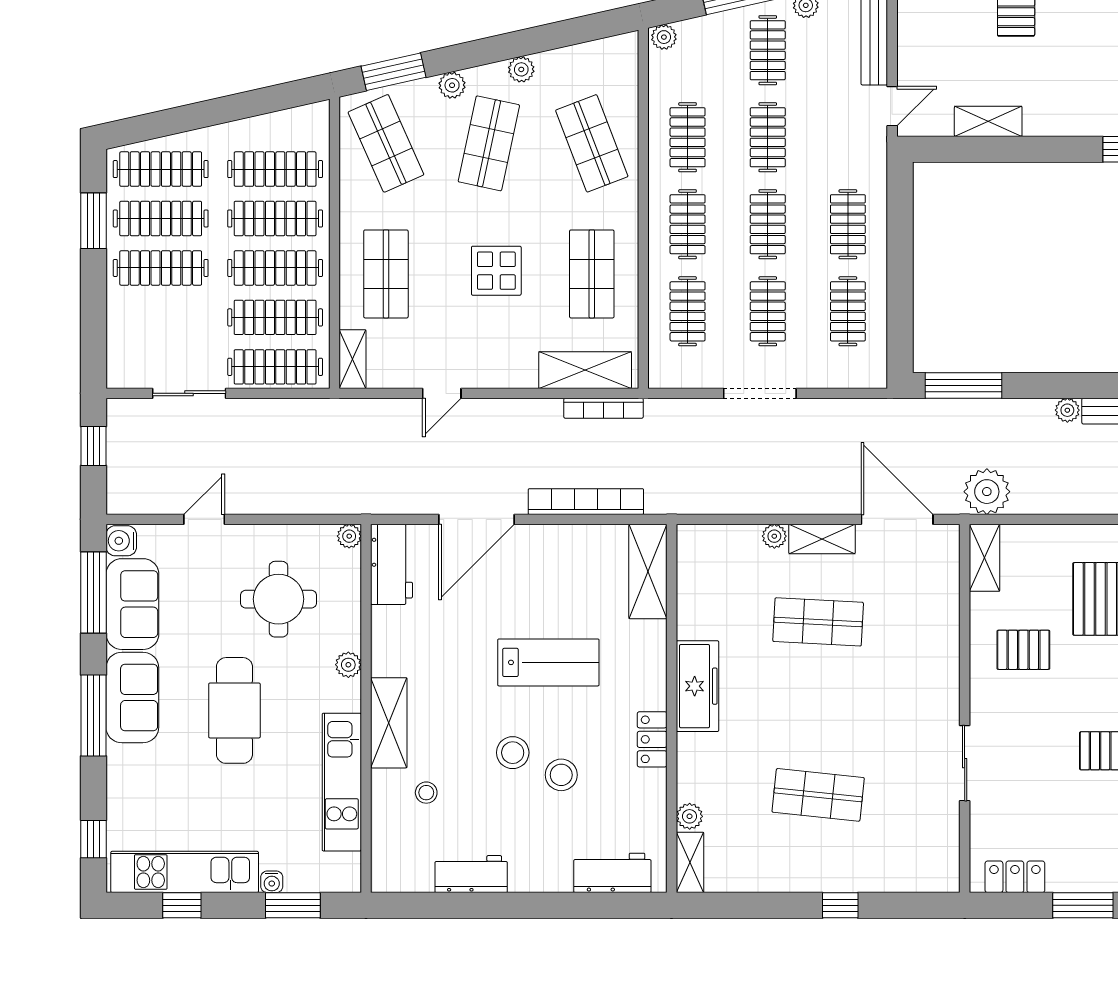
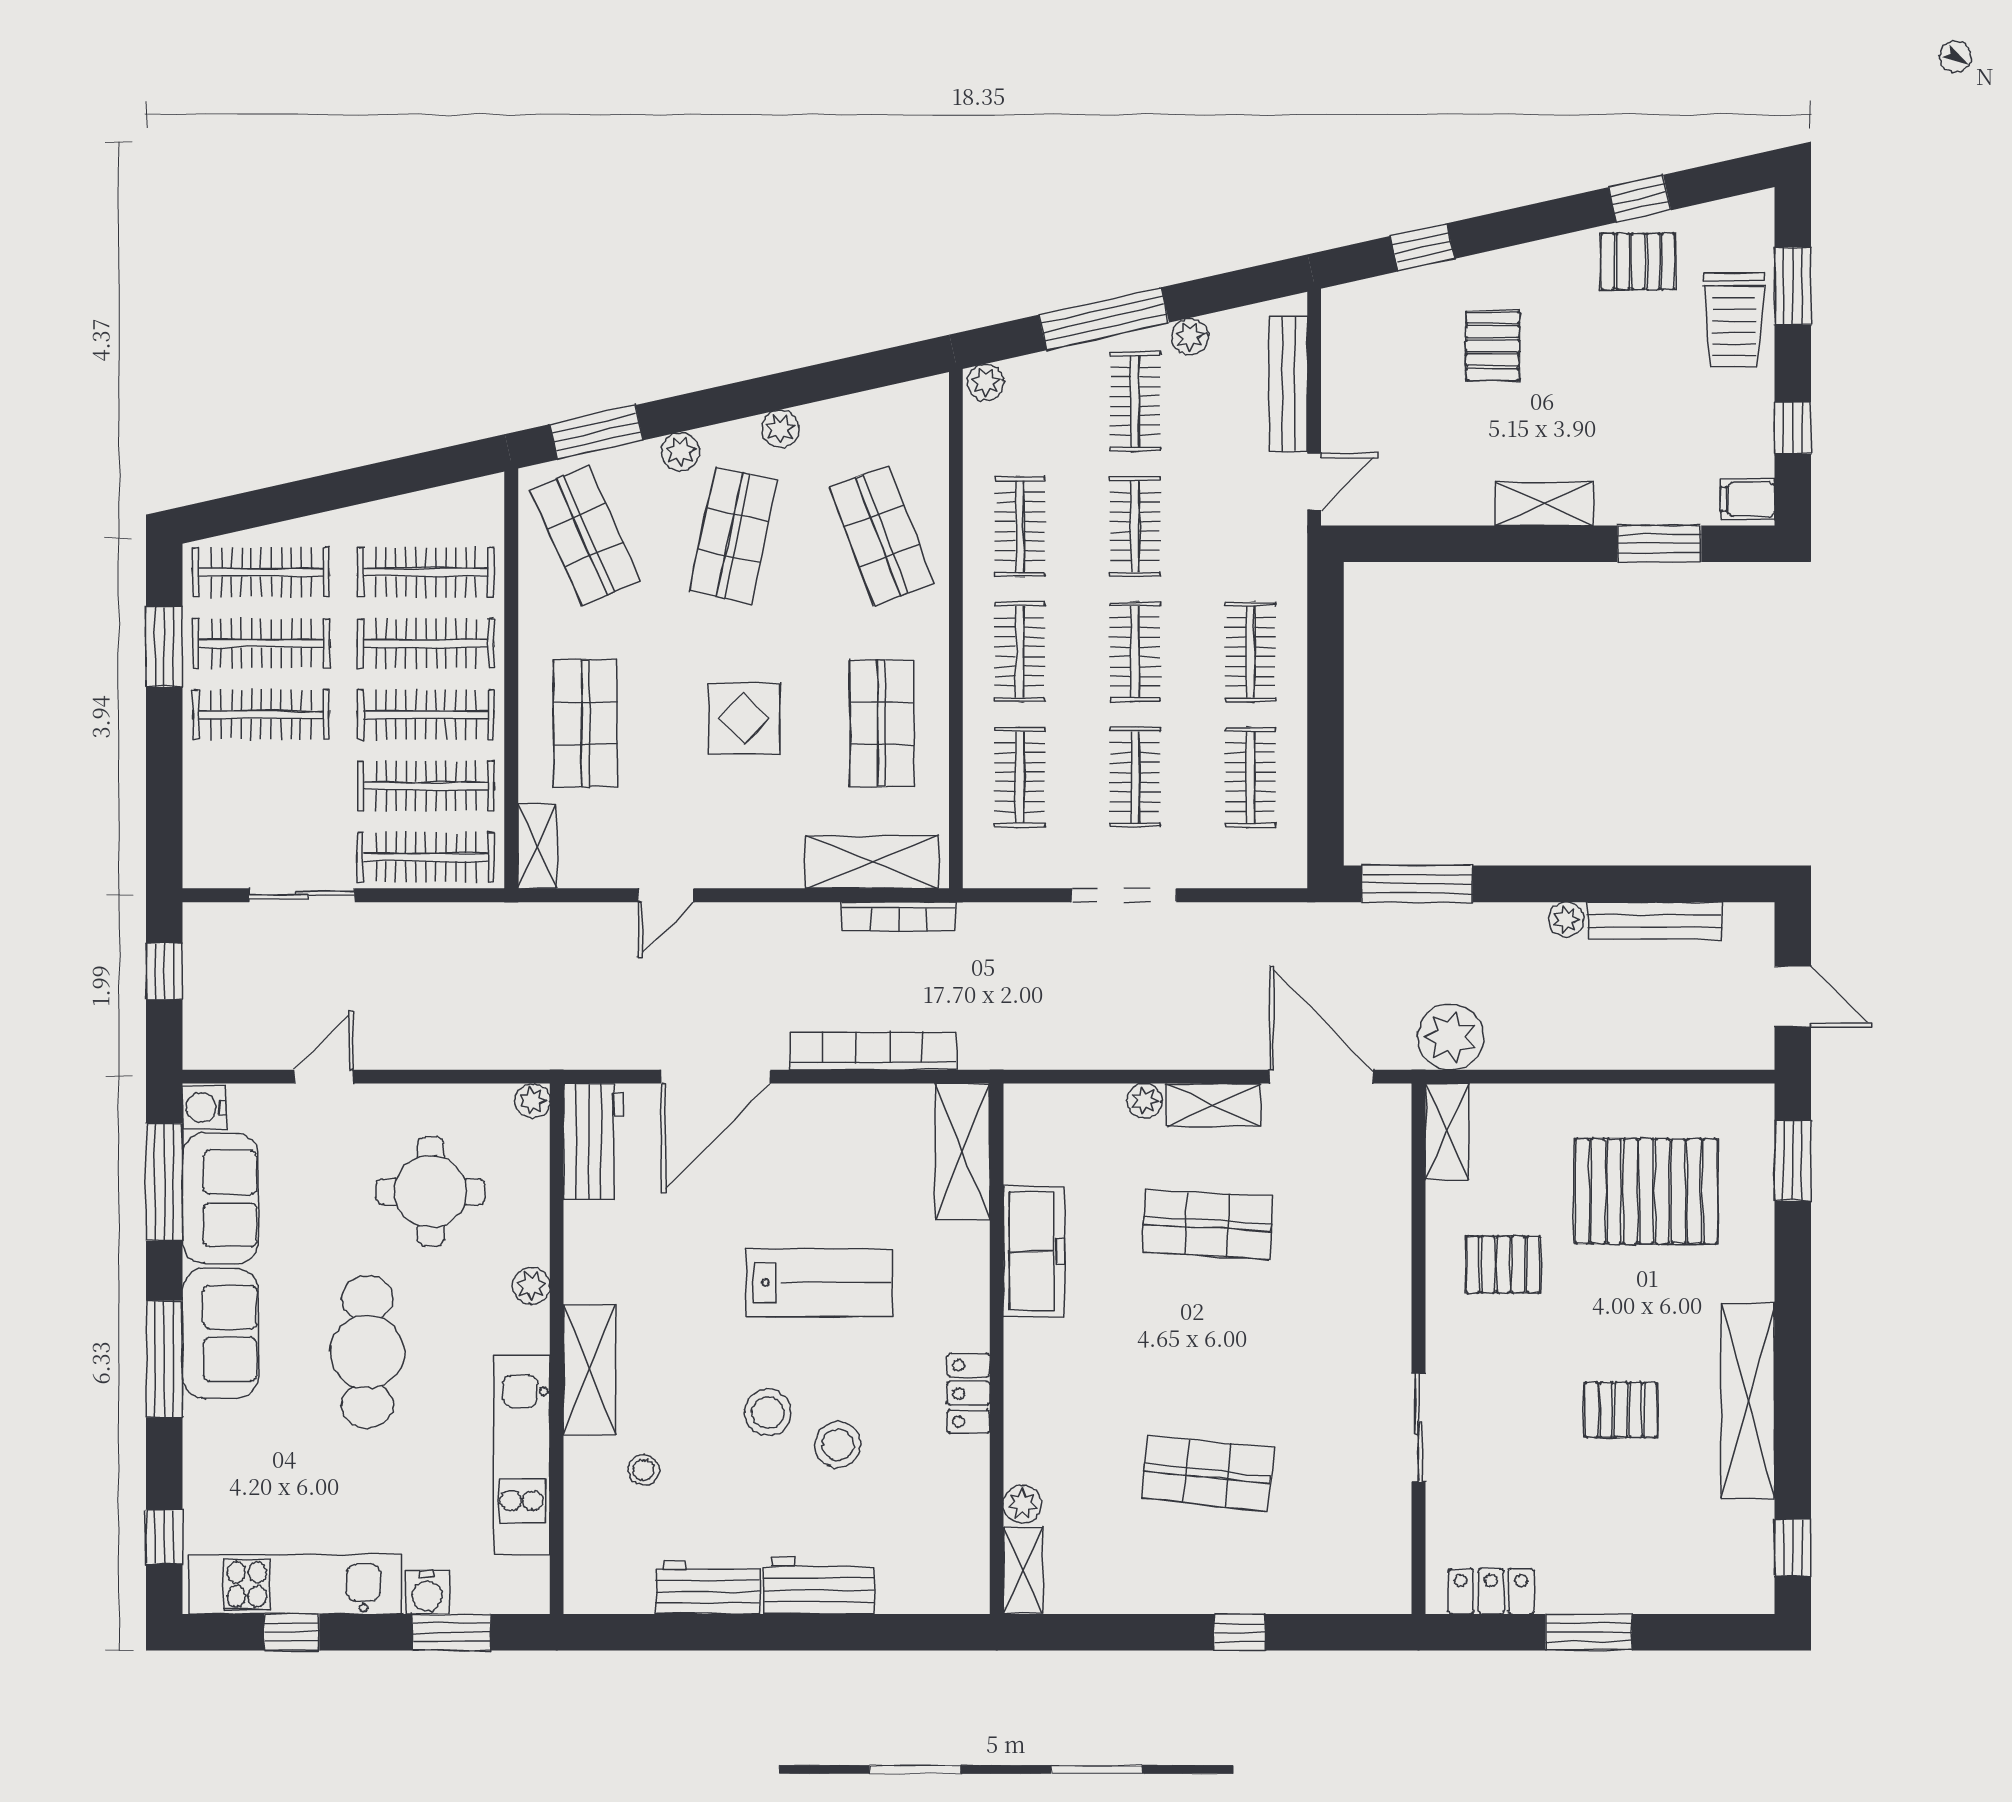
shelving: (988, 121) -> (1544, 504), moved
freezer: (697, 686) -> (1034, 1251), moved
workbench: (612, 873) -> (819, 1586), moved
water cooler: (272, 882) -> (427, 1592), width x1.38, depth x1.38

